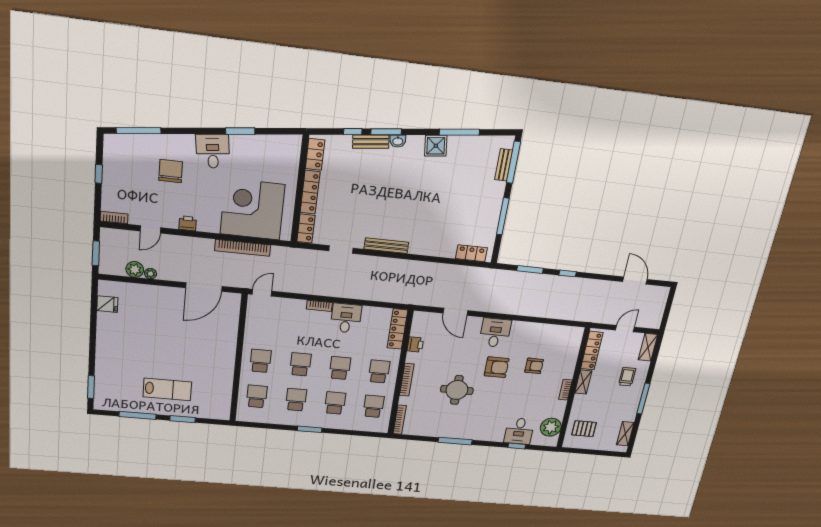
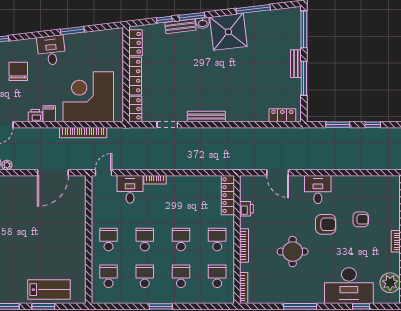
shower: (436, 146) -> (228, 32), width x1.86, depth x1.86
bench: (504, 165) -> (296, 64), moved
filing cabinet: (205, 223) -> (49, 114), added
desk: (346, 318) -> (130, 189), moved
lab bench: (167, 389) -> (49, 290), moved
desk: (519, 431) -> (349, 286), width x1.87, depth x1.30

